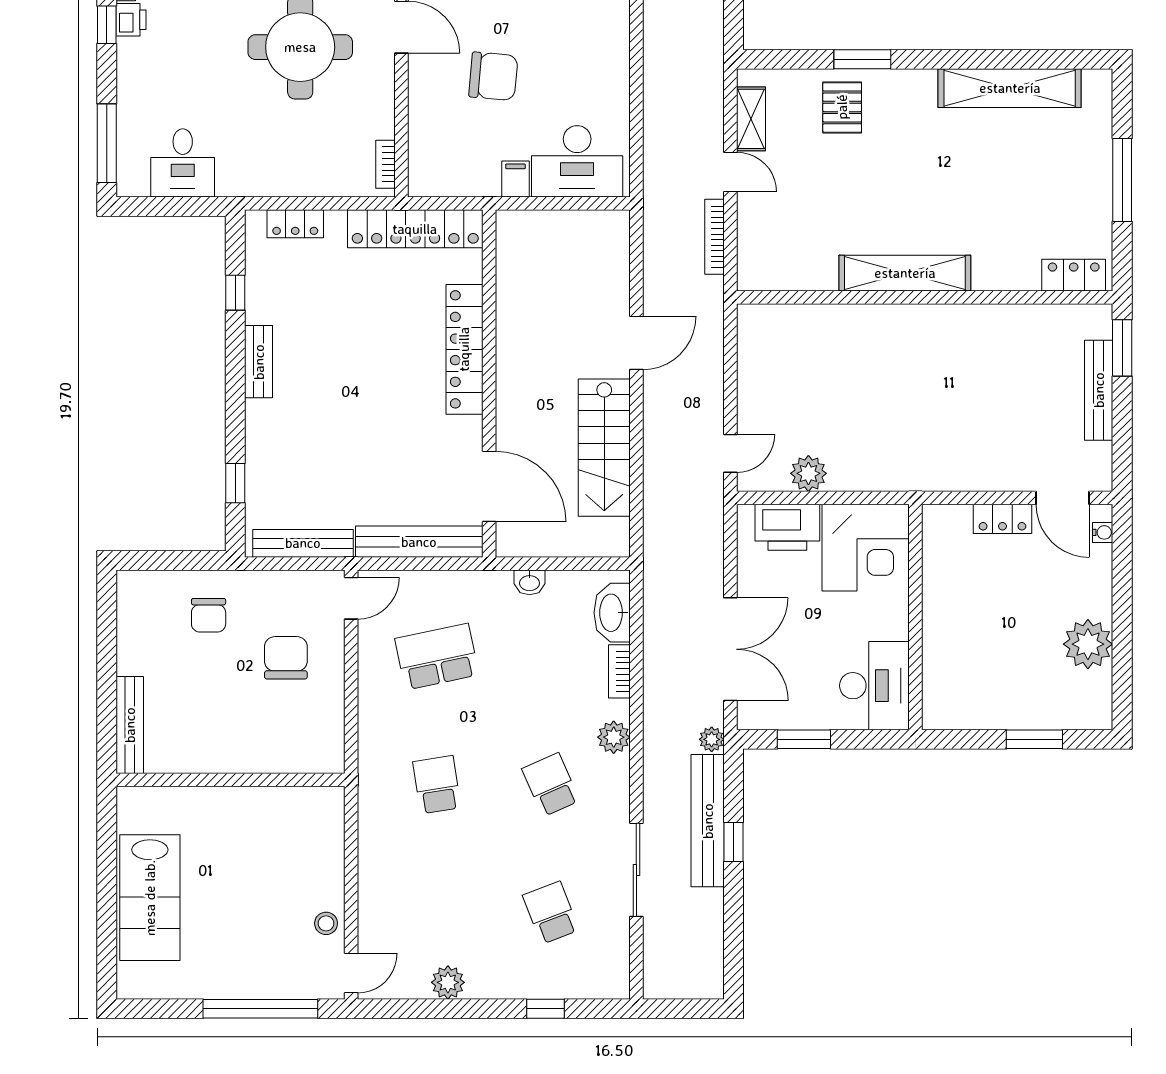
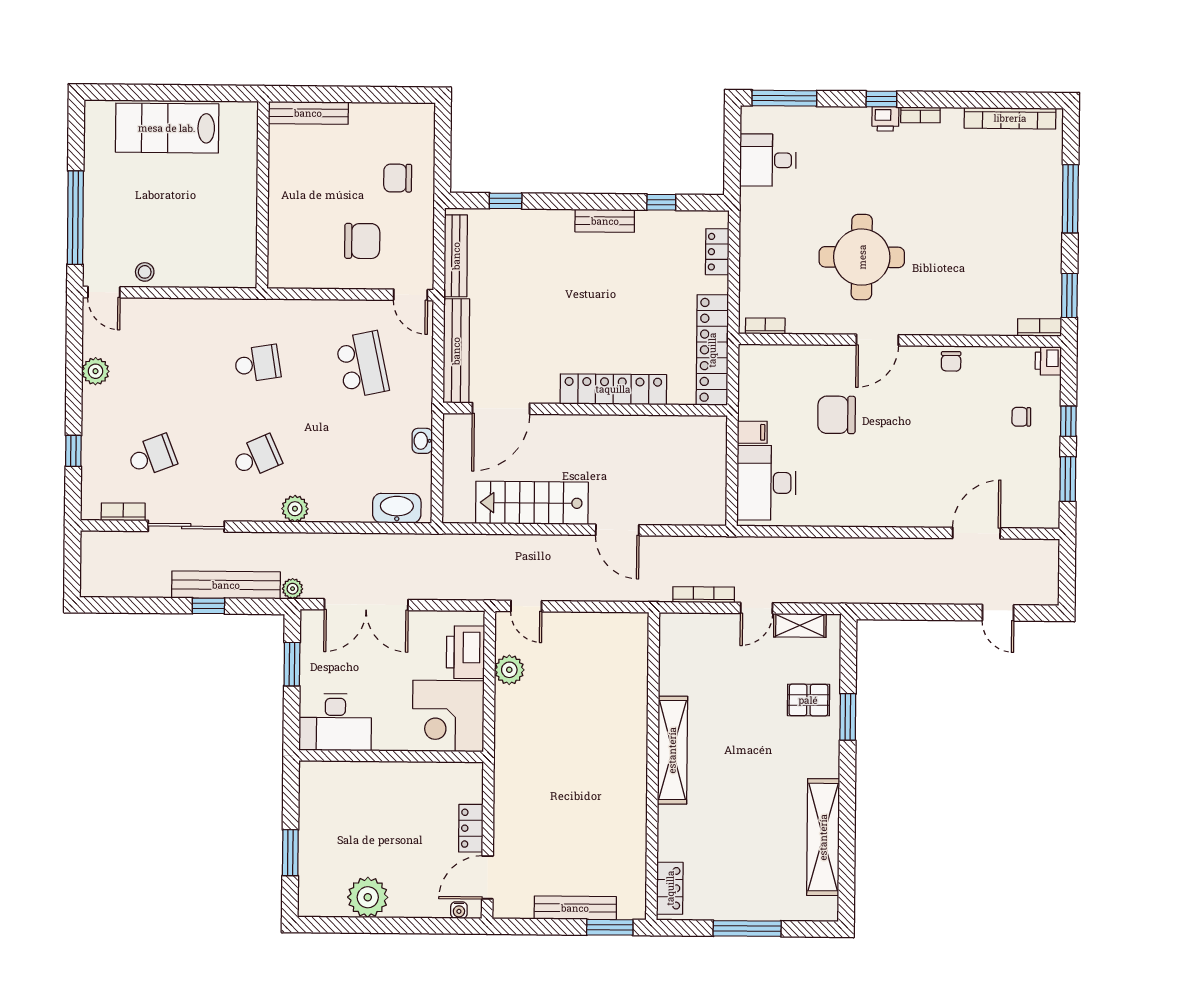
chair: (493, 76) -> (837, 415), turned 85
bookcase: (619, 671) -> (123, 512), moved

